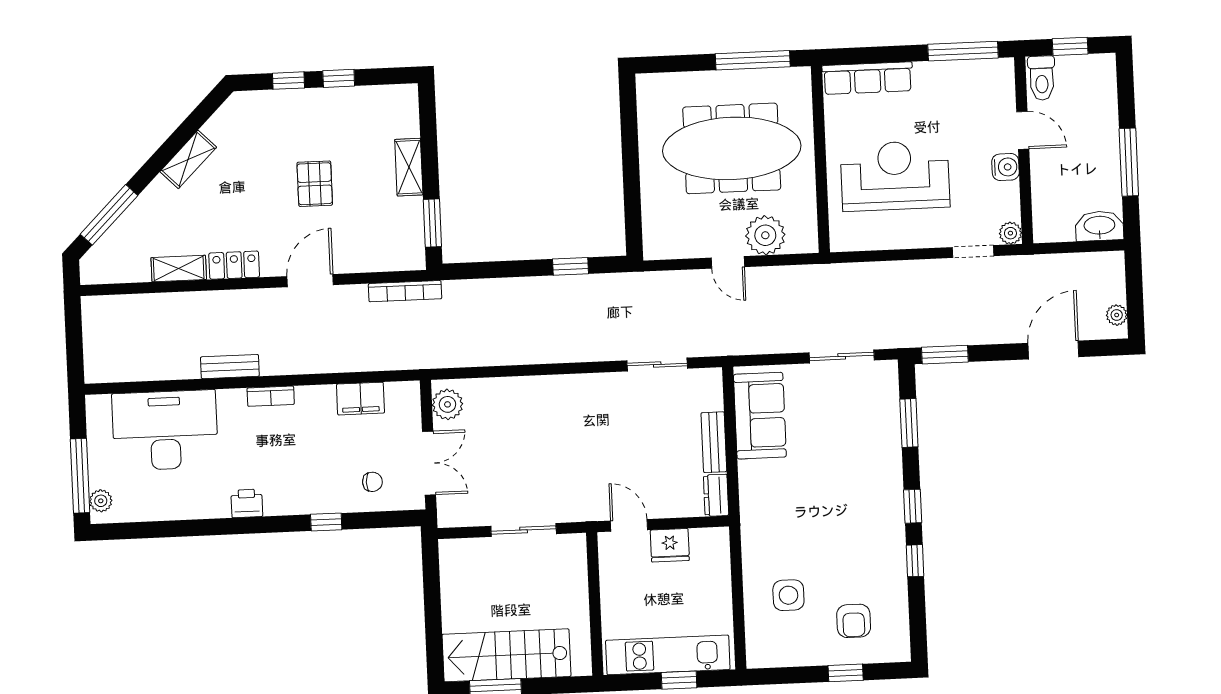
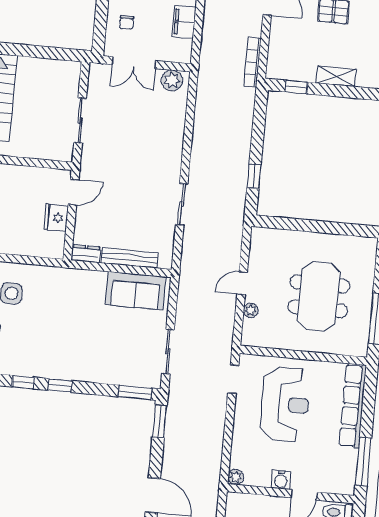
row of seats: (867, 78) -> (353, 406), width x1.36
meeting table: (732, 148) -> (319, 296), width x0.73
window: (432, 223) -> (296, 87), width x0.67
plant: (765, 235) -> (251, 310), width x0.53, depth x0.53
doorway: (973, 252) -> (233, 379), moved
sliding door: (657, 364) -> (182, 204), moved
window: (909, 423) -> (135, 392), moved
bench: (714, 442) -> (129, 258), width x1.36

